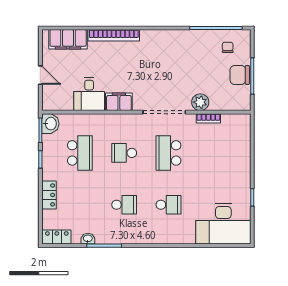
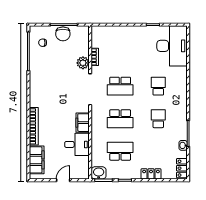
school desk: (124, 153) -> (120, 119), width x1.85

